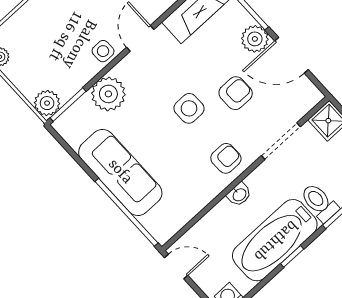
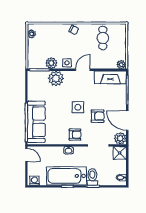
plant: (255, 39) -> (120, 138), moved
plant: (47, 103) -> (51, 63), moved
sofa: (120, 172) -> (36, 122), moved

